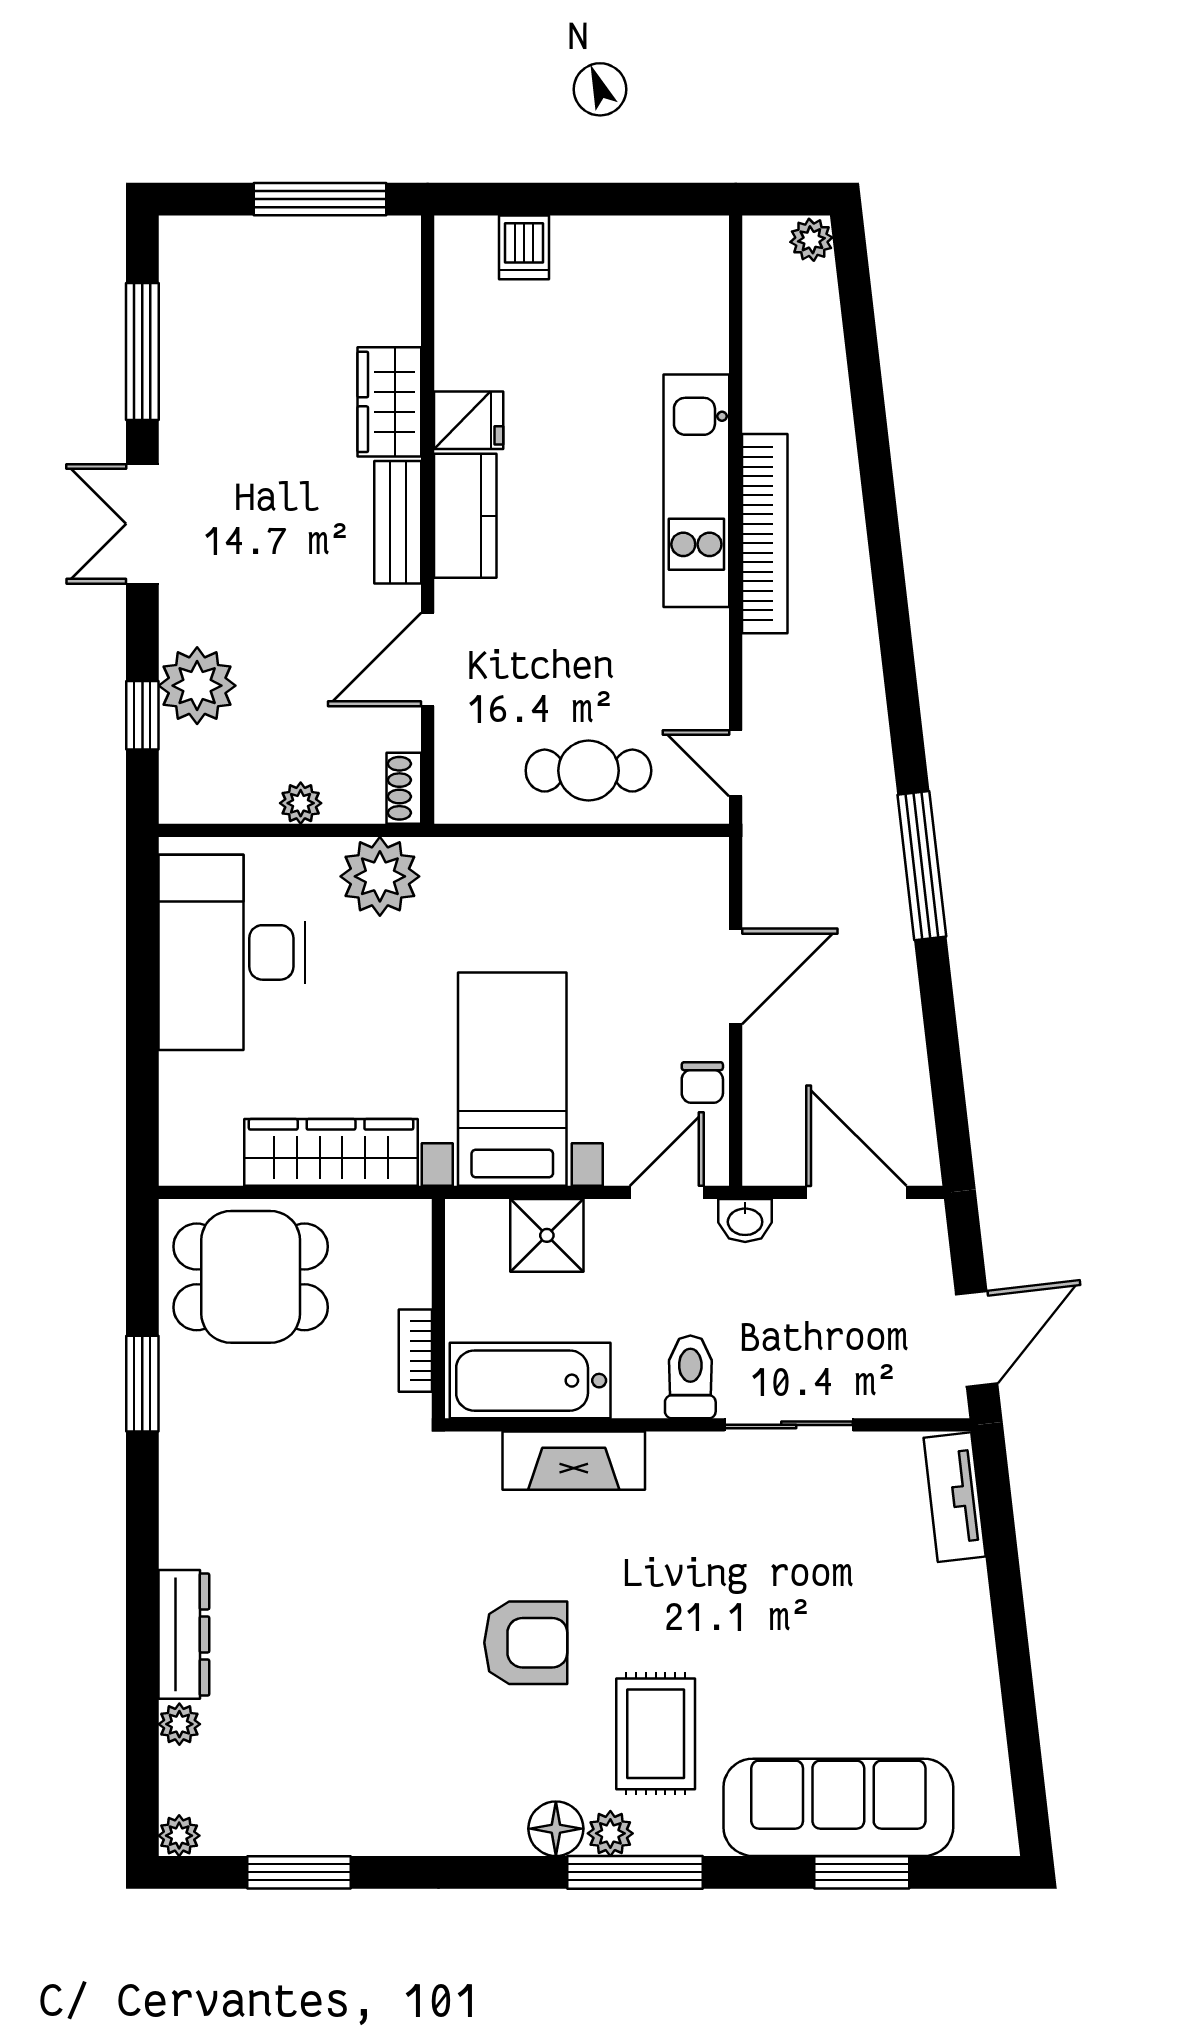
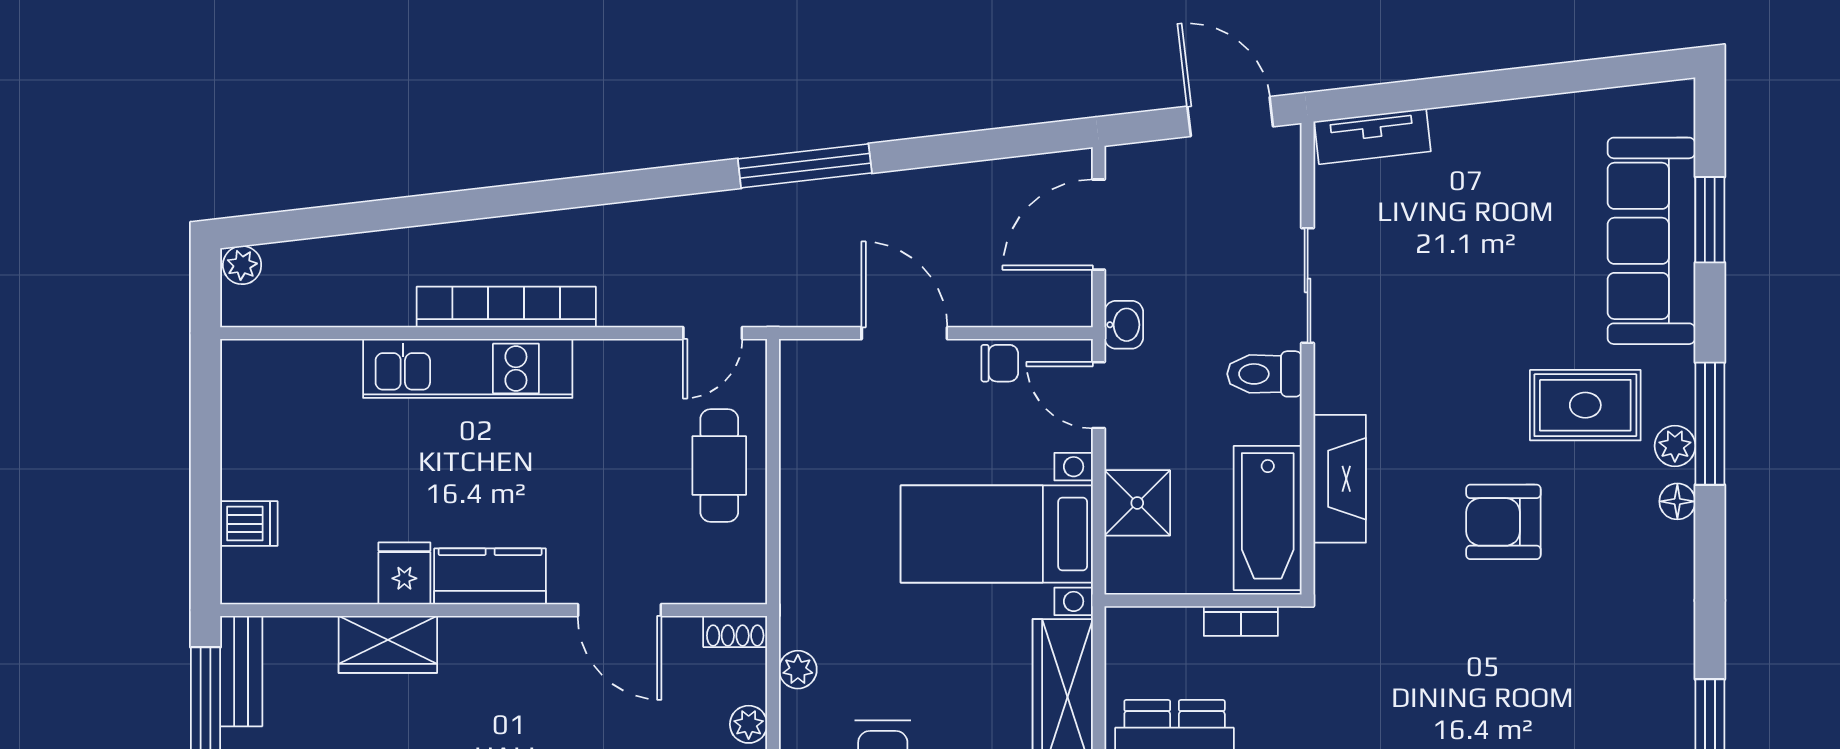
bench: (398, 522) -> (241, 671), moved, turned 90
plant: (380, 876) -> (798, 670), width x0.53, depth x0.53
armchair: (526, 1643) -> (1503, 522), turned -90
floor lamp: (556, 1829) -> (1677, 501), width x0.73, depth x0.73

